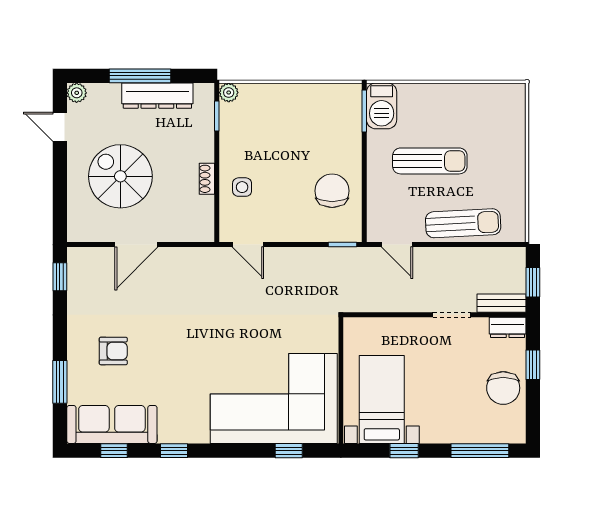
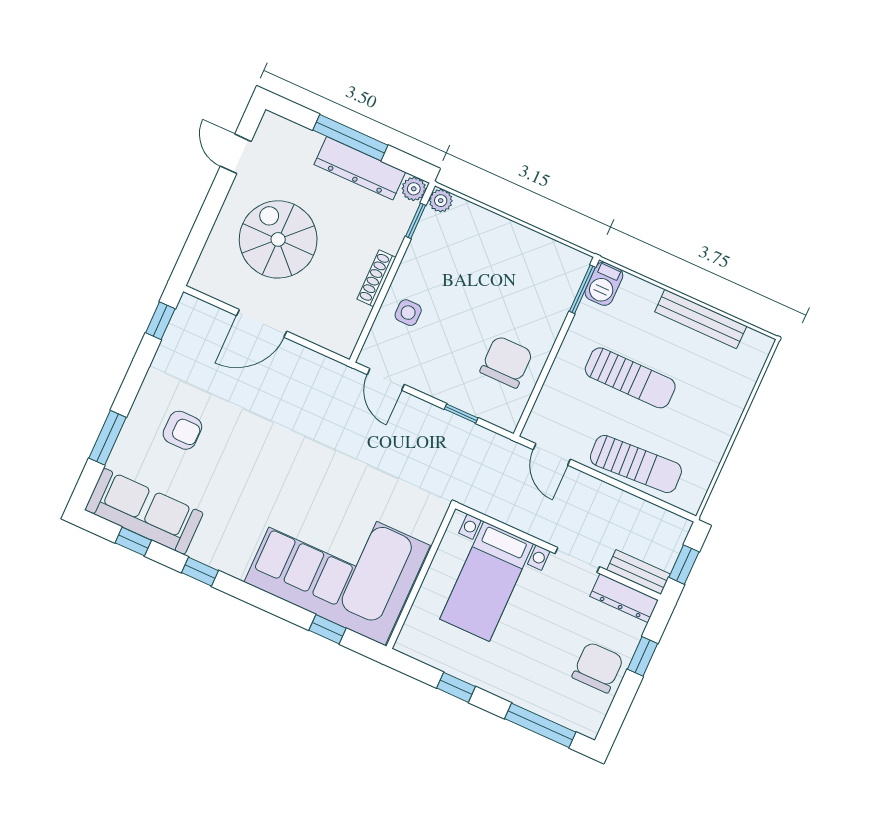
plant: (77, 93) -> (414, 189), moved
bench: (463, 93) -> (701, 319), added
barbecue: (382, 106) -> (604, 284), width x0.73, depth x0.79
shoe rack: (207, 179) -> (376, 278), width x1.43
window: (342, 245) -> (461, 413), moved
dresser: (508, 327) -> (624, 598), width x1.44
chair: (503, 388) -> (598, 667), turned 180
bed with nightstands: (382, 400) -> (487, 581), moved, turned 180

